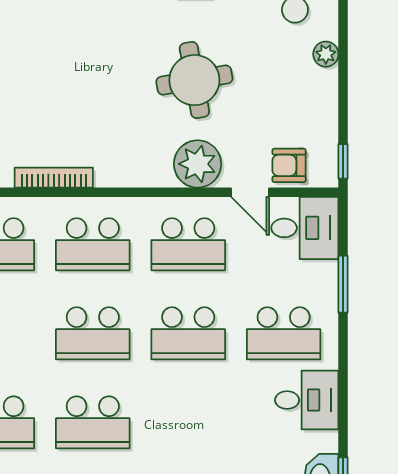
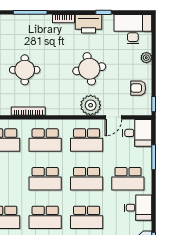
round table: (46, 82) -> (25, 70), added
armchair: (289, 165) -> (138, 88), moved
door: (250, 192) -> (113, 117), hinge flipped
school desk: (188, 422) -> (87, 217), added

